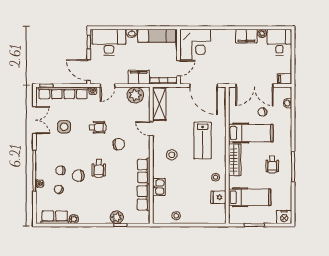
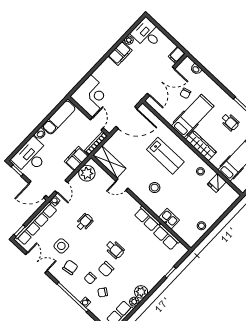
chair: (119, 144) -> (70, 267), moved
plant: (117, 217) -> (141, 292), moved

